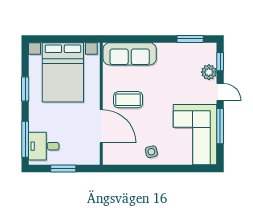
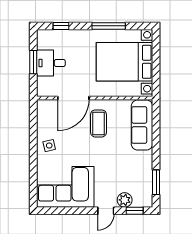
window: (25, 89) -> (109, 26), width x1.44
window: (220, 126) -> (74, 211), removed
window: (25, 139) -> (61, 26), width x0.46
desk: (44, 146) -> (51, 63), moved, turned -90

